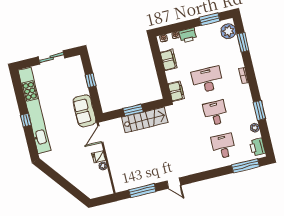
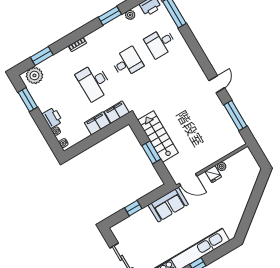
filing cabinet: (169, 60) -> (97, 123), moved
desk: (215, 113) -> (127, 62), turned 180

